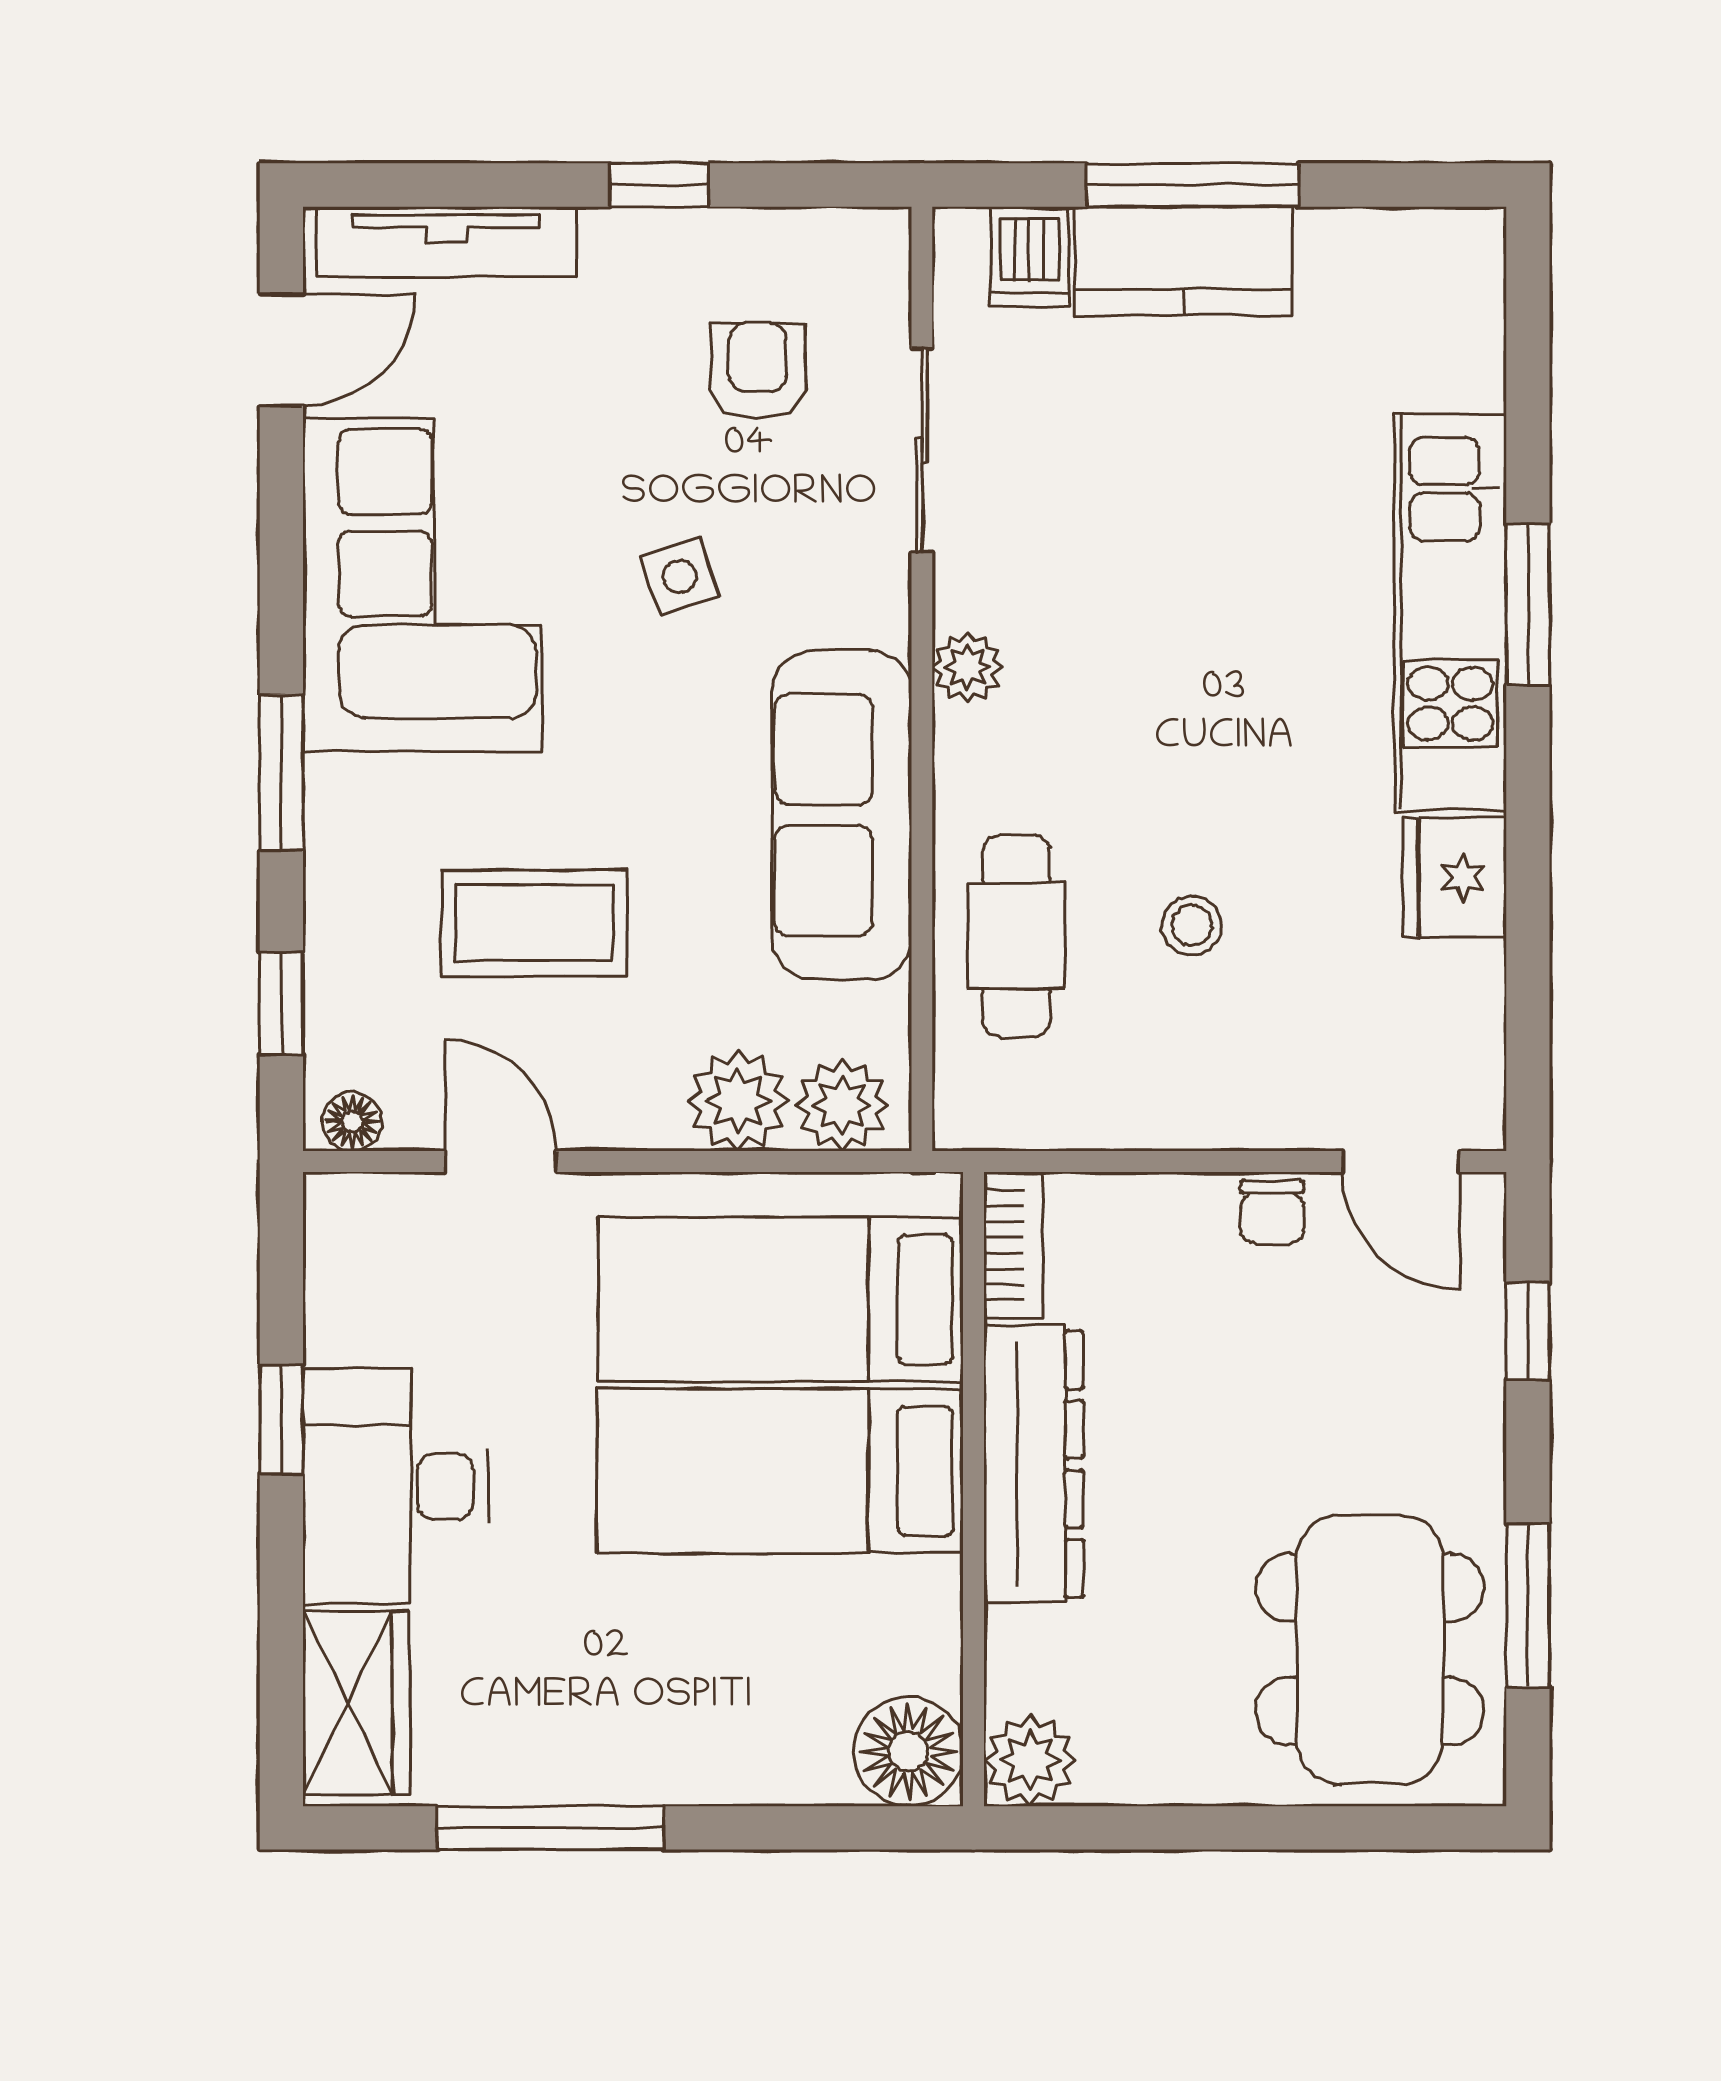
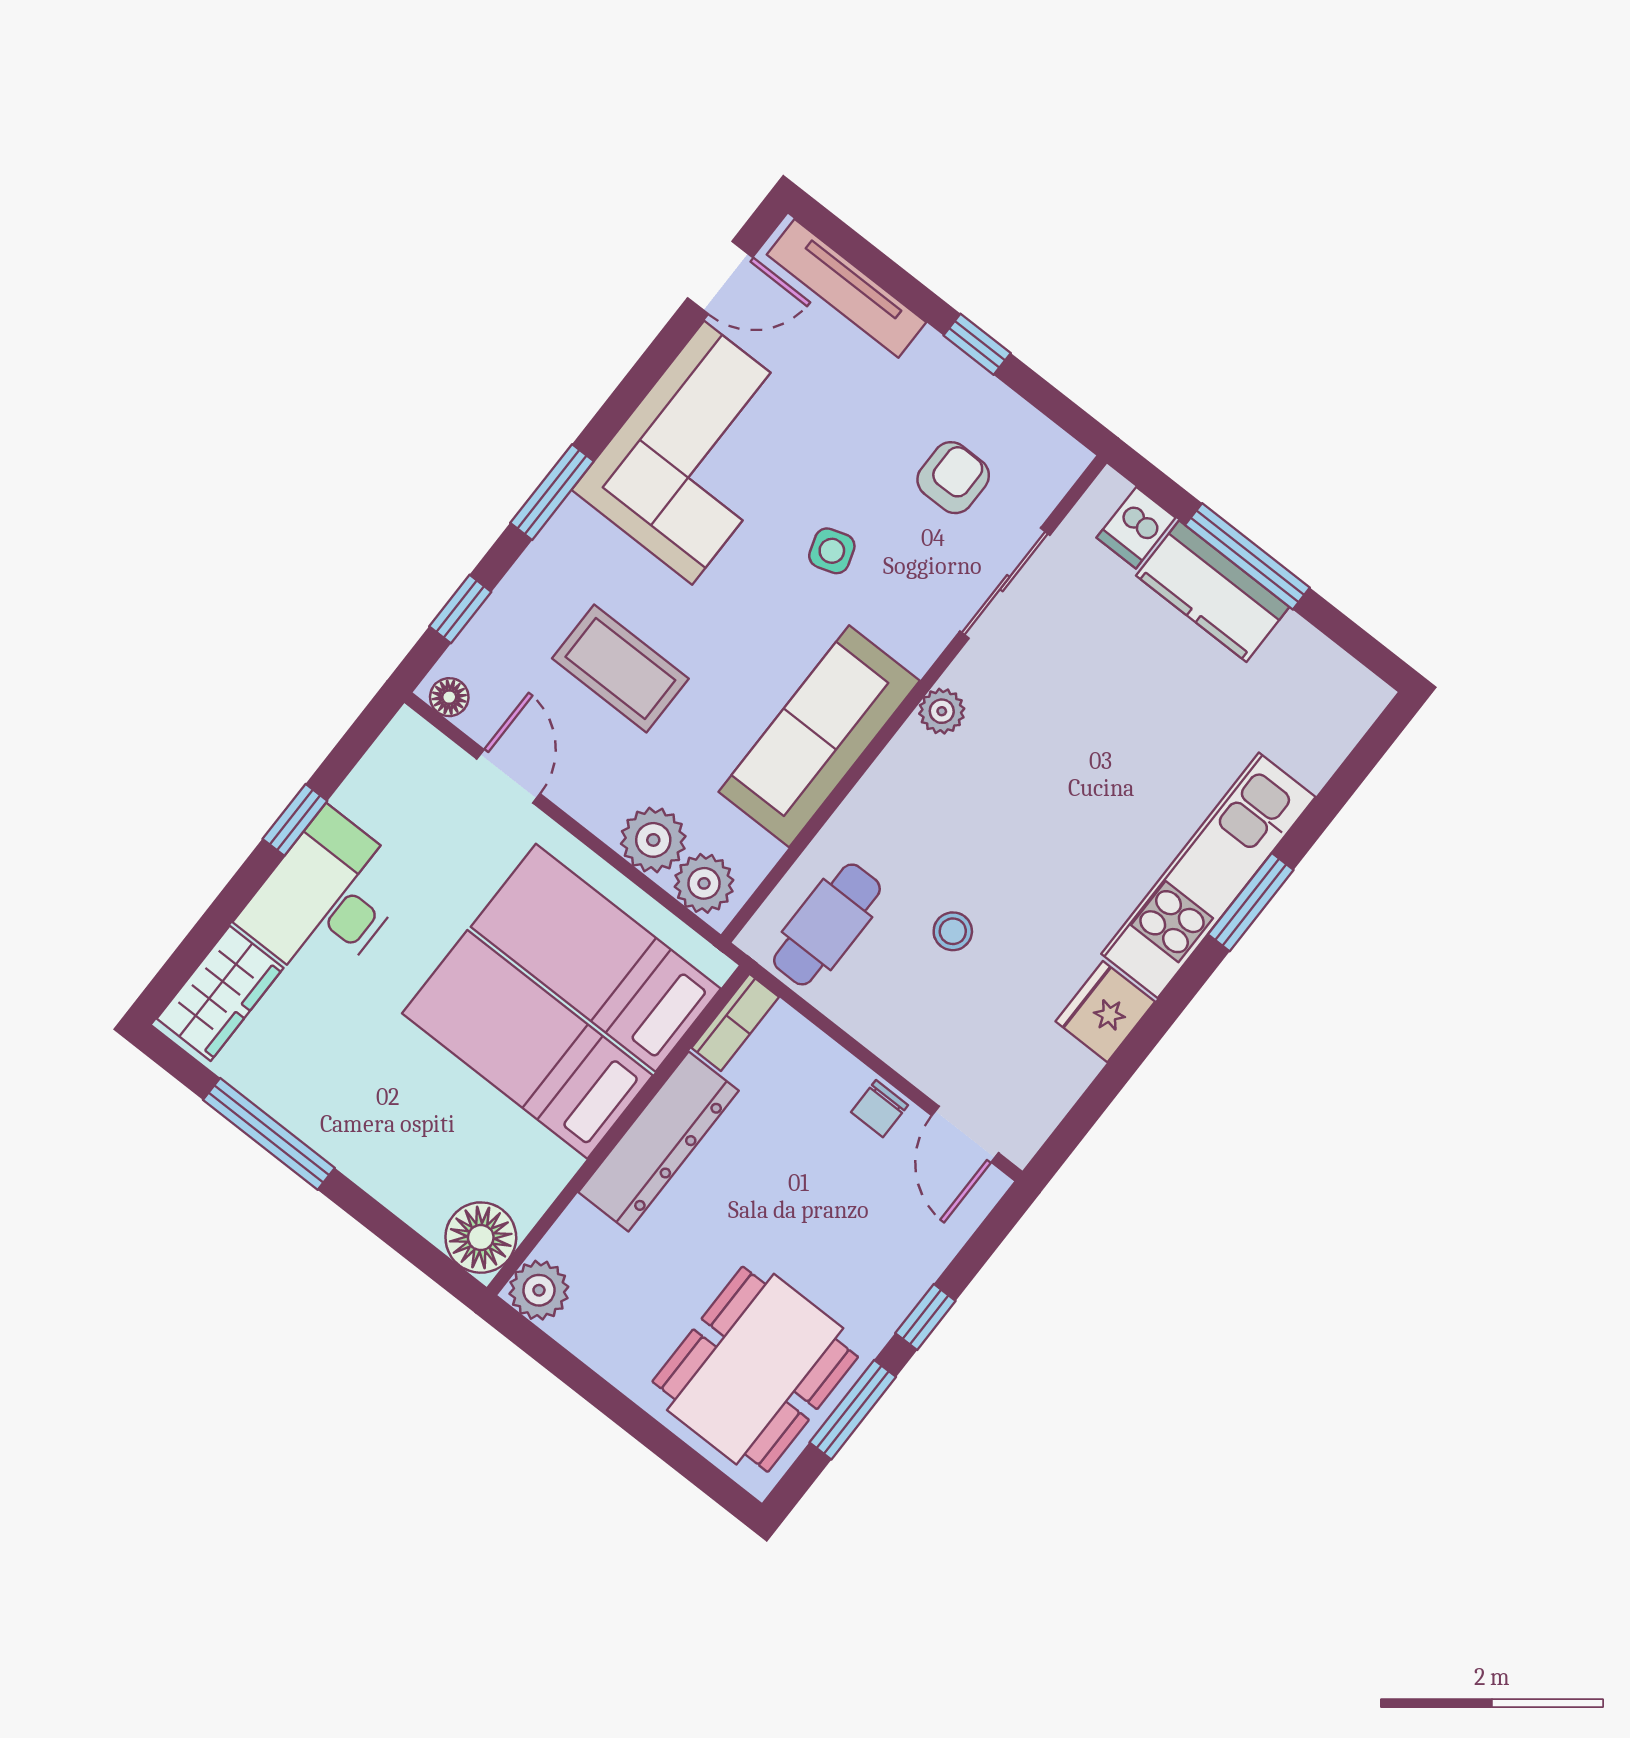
cafe table: (1016, 936) -> (827, 924), moved
window: (1528, 1331) -> (925, 1317), moved

